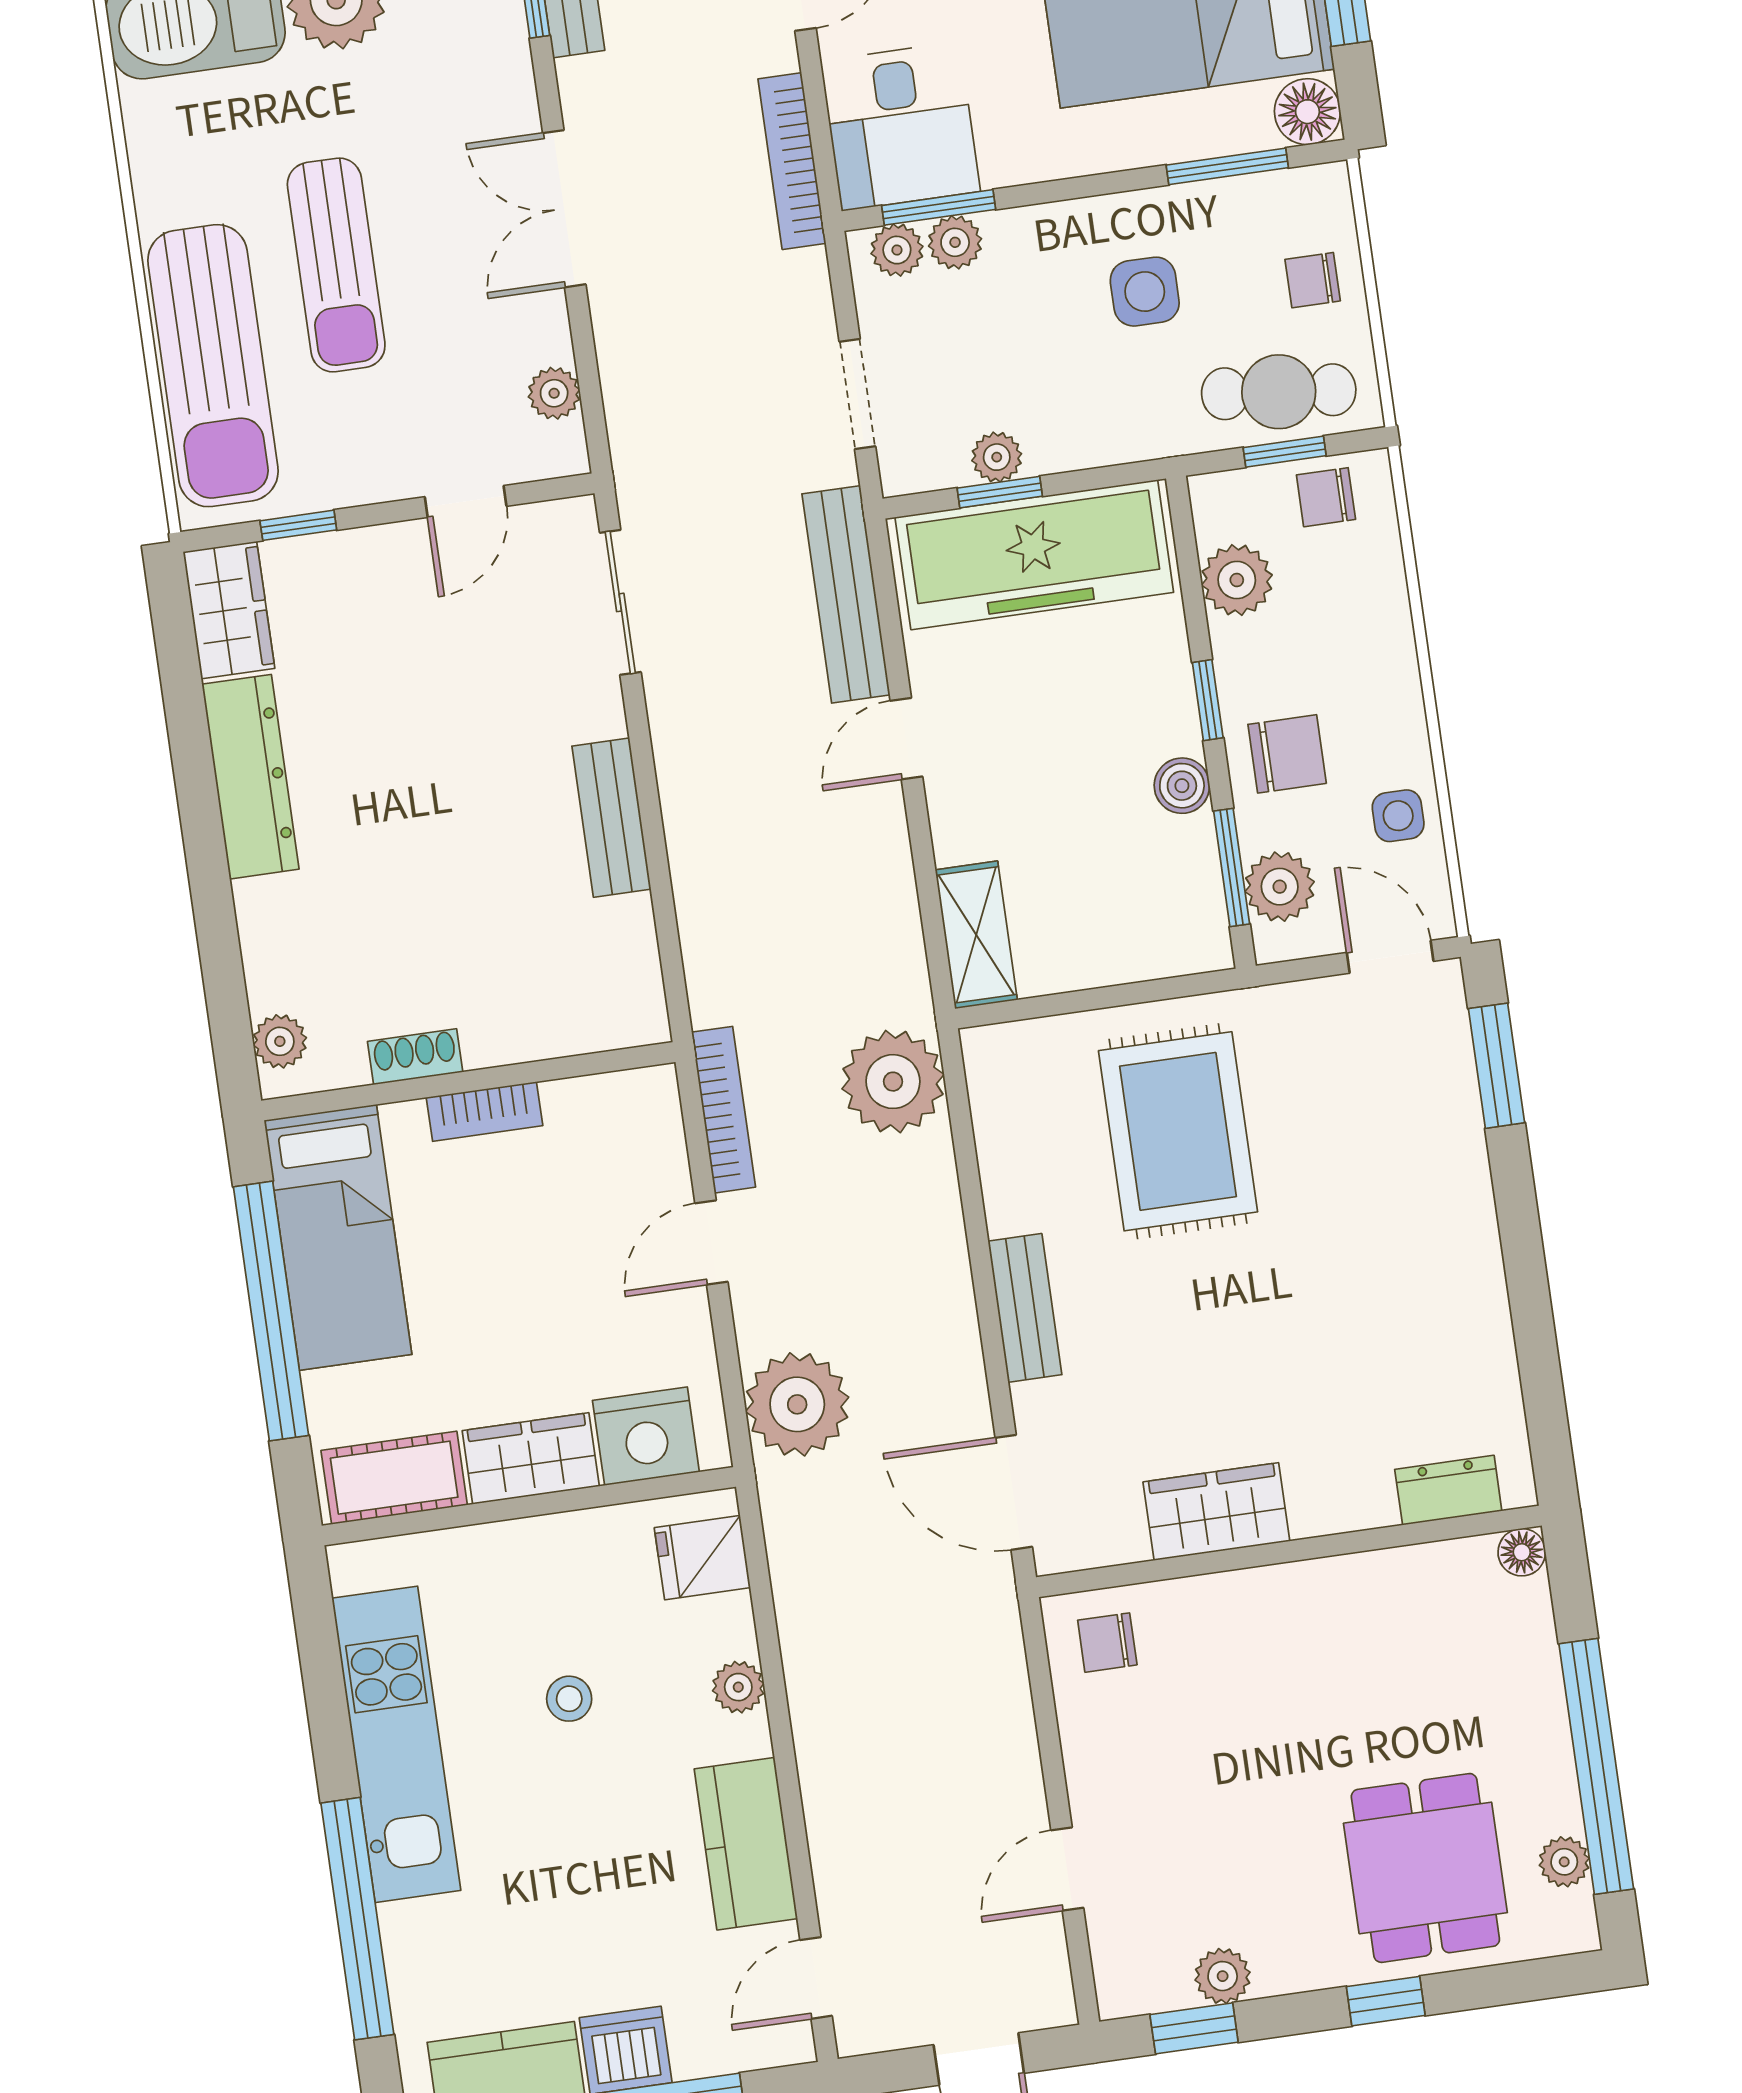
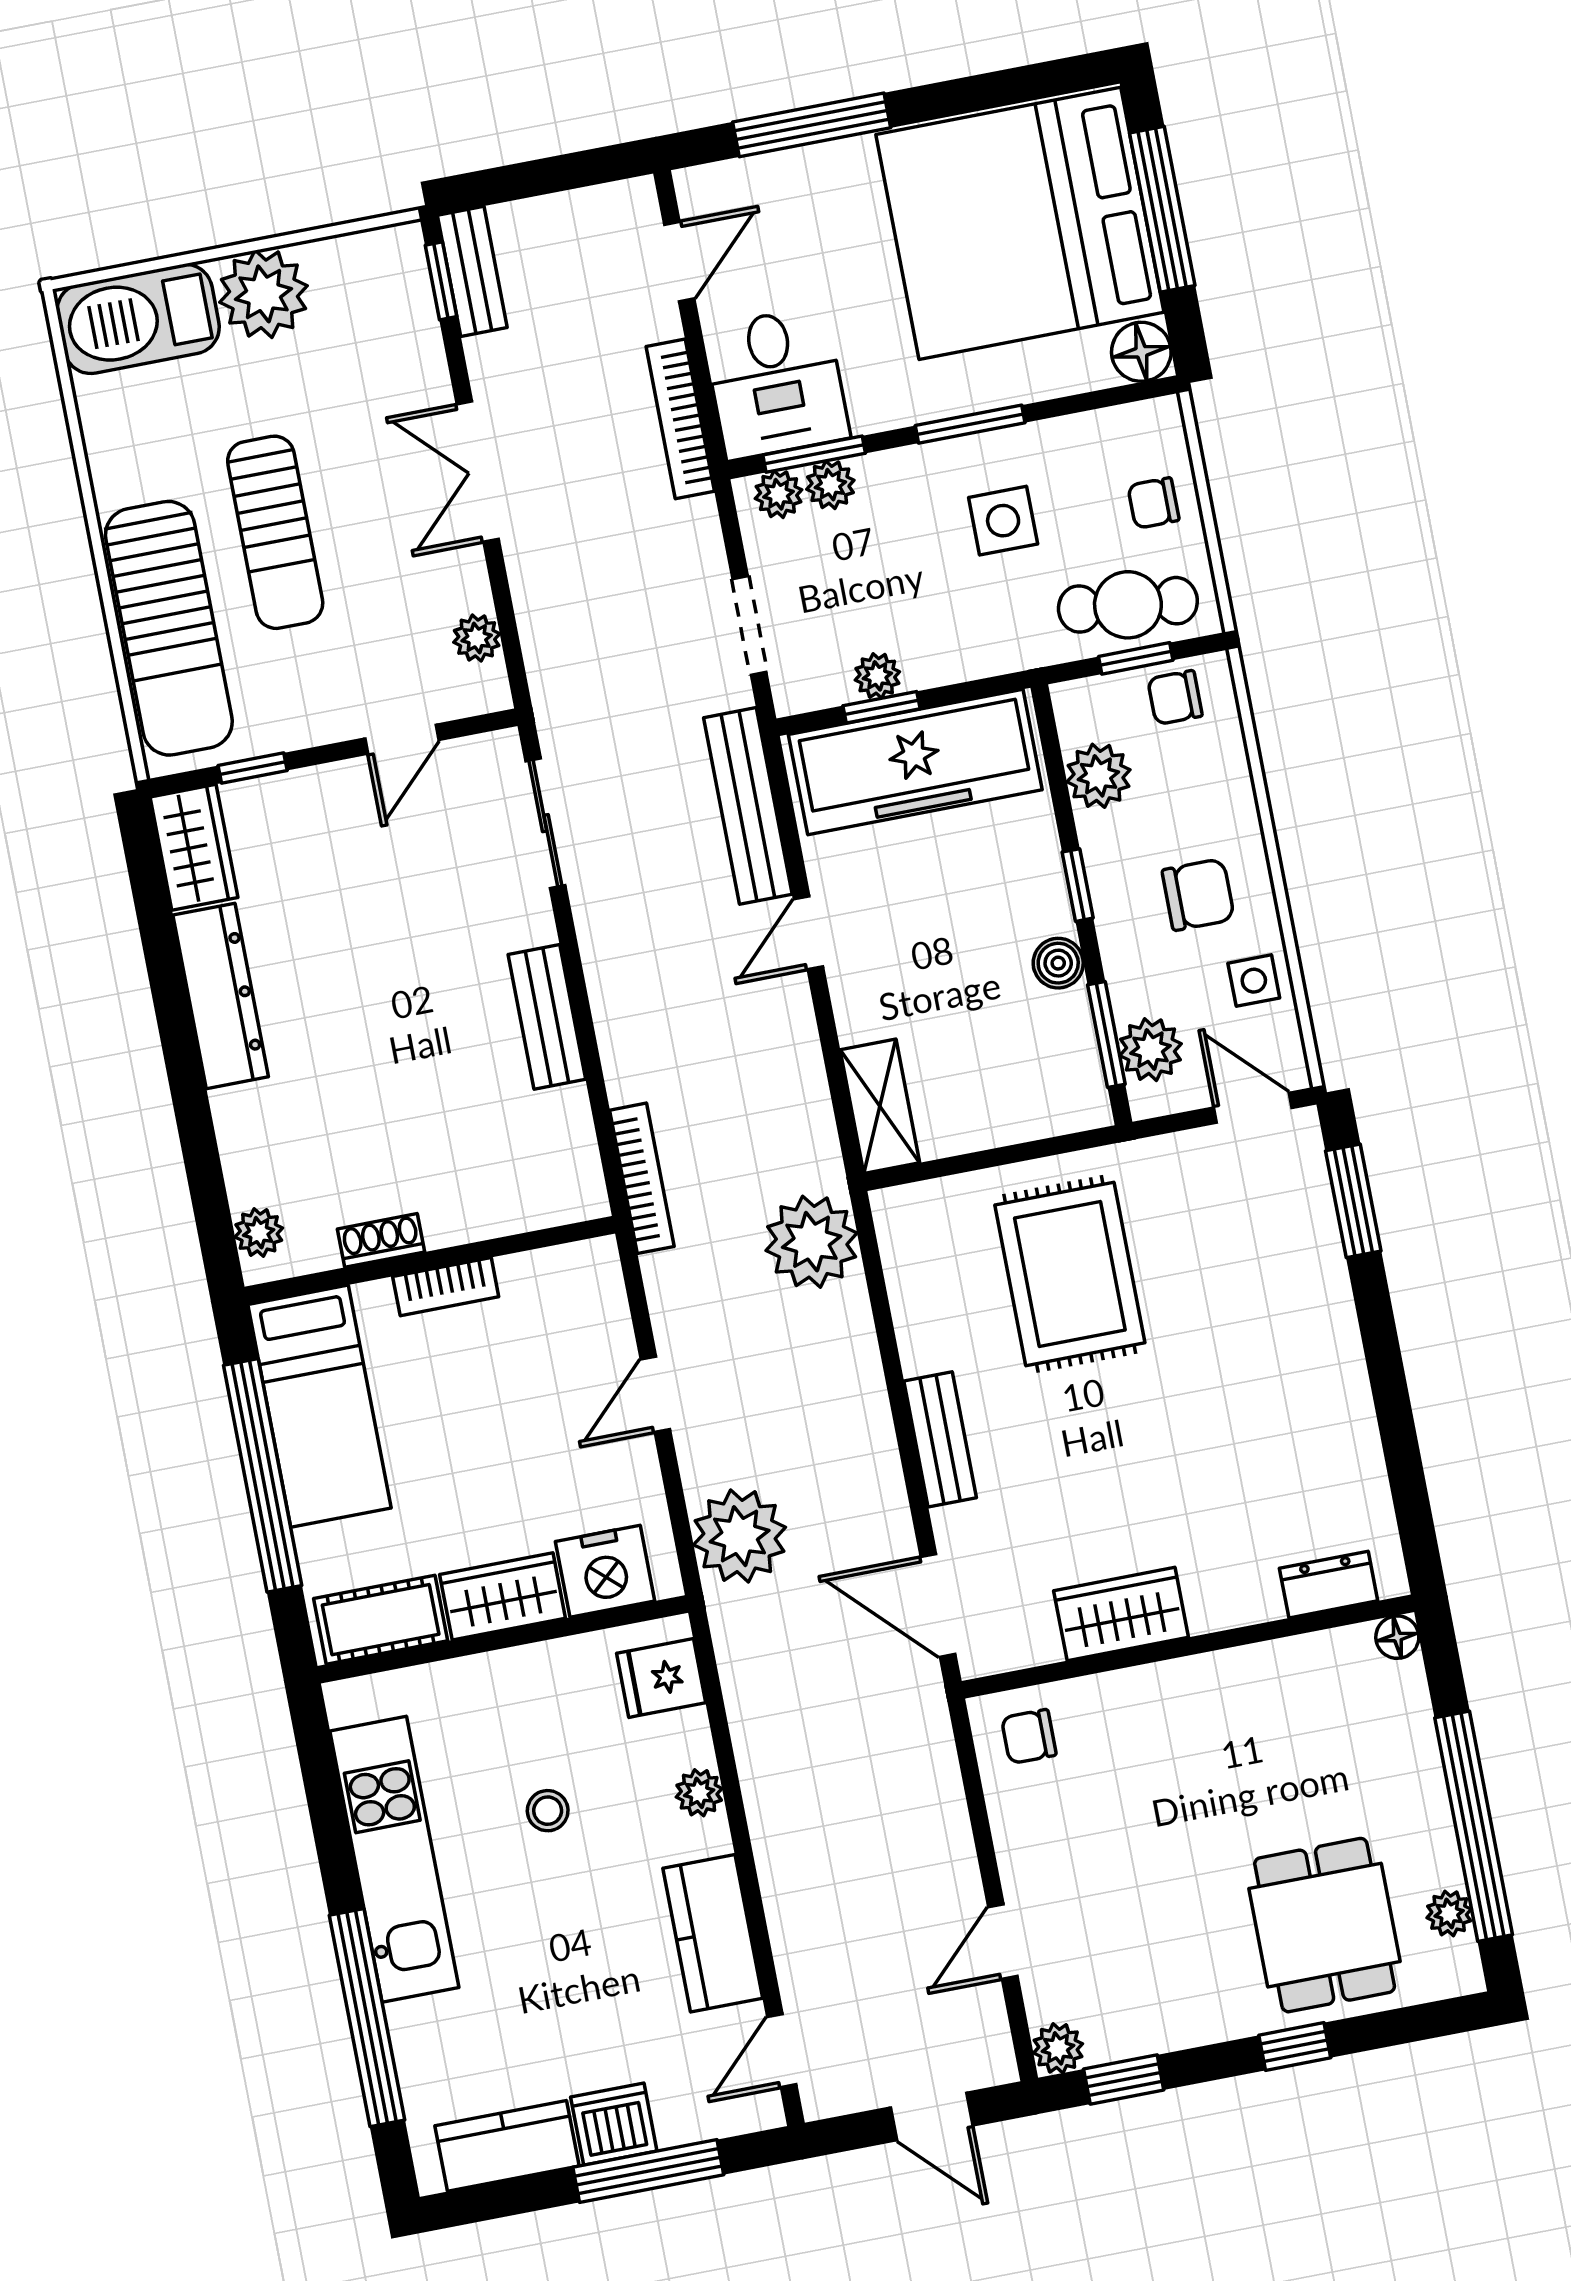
window: (1227, 166) -> (970, 424), moved
chair: (1287, 754) -> (1198, 895), moved
bookcase: (723, 1110) -> (642, 1178), moved
plant: (1223, 1976) -> (1058, 2048), moved

